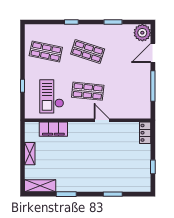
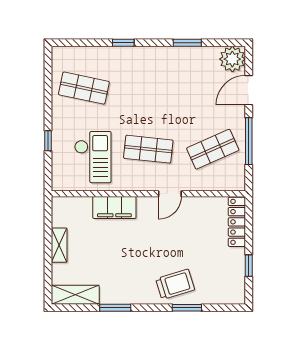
shop shelf: (88, 52) -> (213, 149), moved, turned -42
checkout: (52, 96) -> (93, 157), turned 180
door: (102, 120) -> (170, 194), swing flipped
filing cabinet: (53, 129) -> (114, 207), moved
locker: (145, 133) -> (237, 222), width x1.53
trolley: (105, 179) -> (175, 284), added

